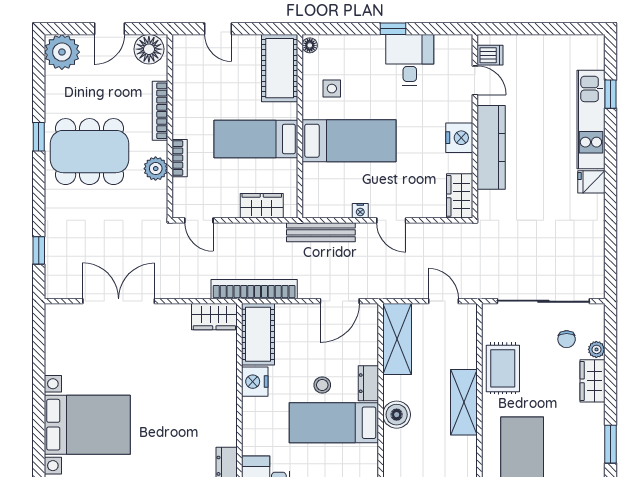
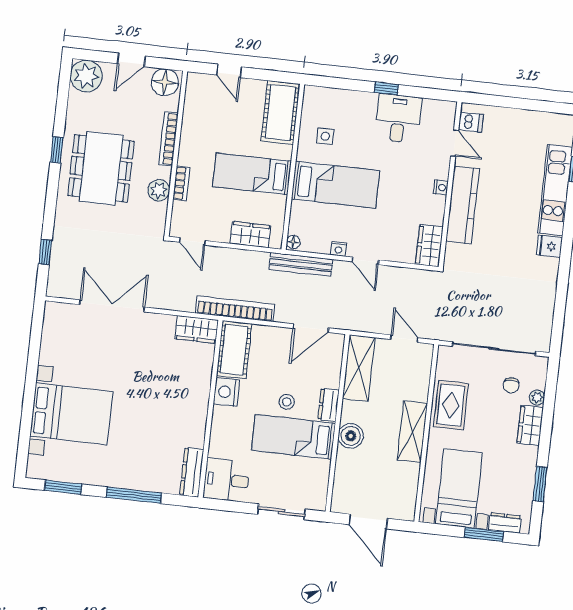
floor lamp: (310, 45) -> (293, 242), moved
nightstand: (459, 138) -> (441, 187), width x0.53, depth x0.56
dining table: (90, 152) -> (101, 168), turned 90

